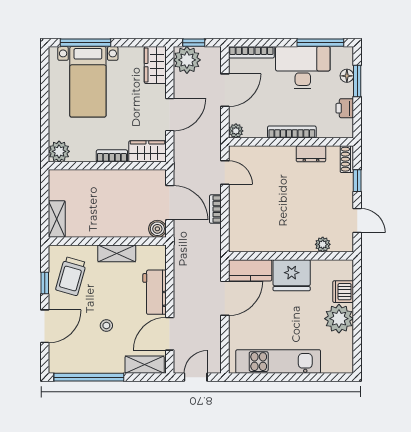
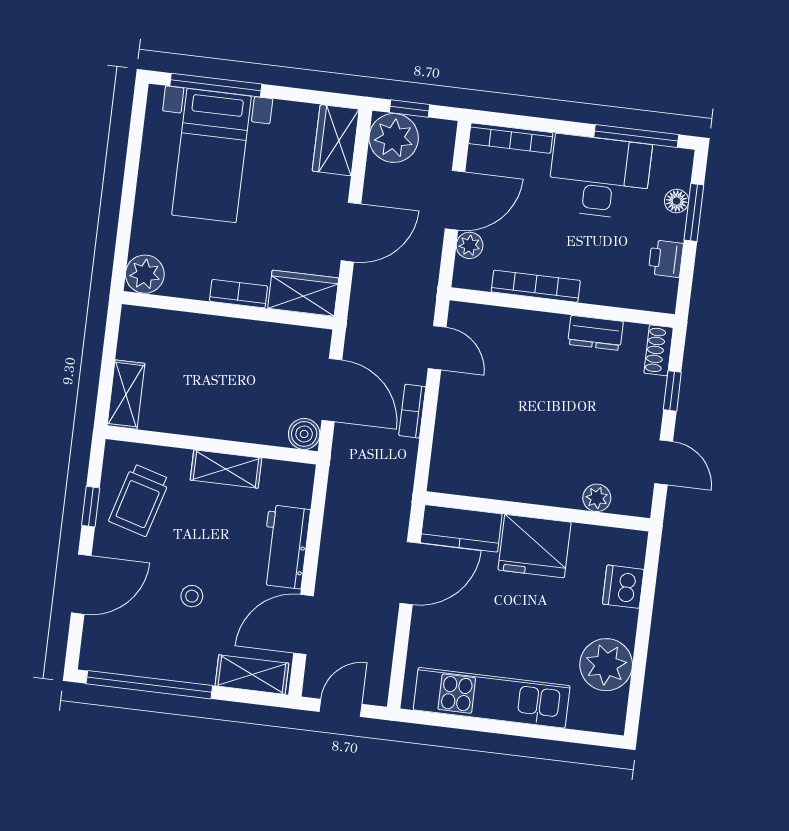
plant: (236, 131) -> (470, 245), moved
bookcase: (292, 132) -> (536, 286), moved
plant: (339, 319) -> (606, 665), moved

